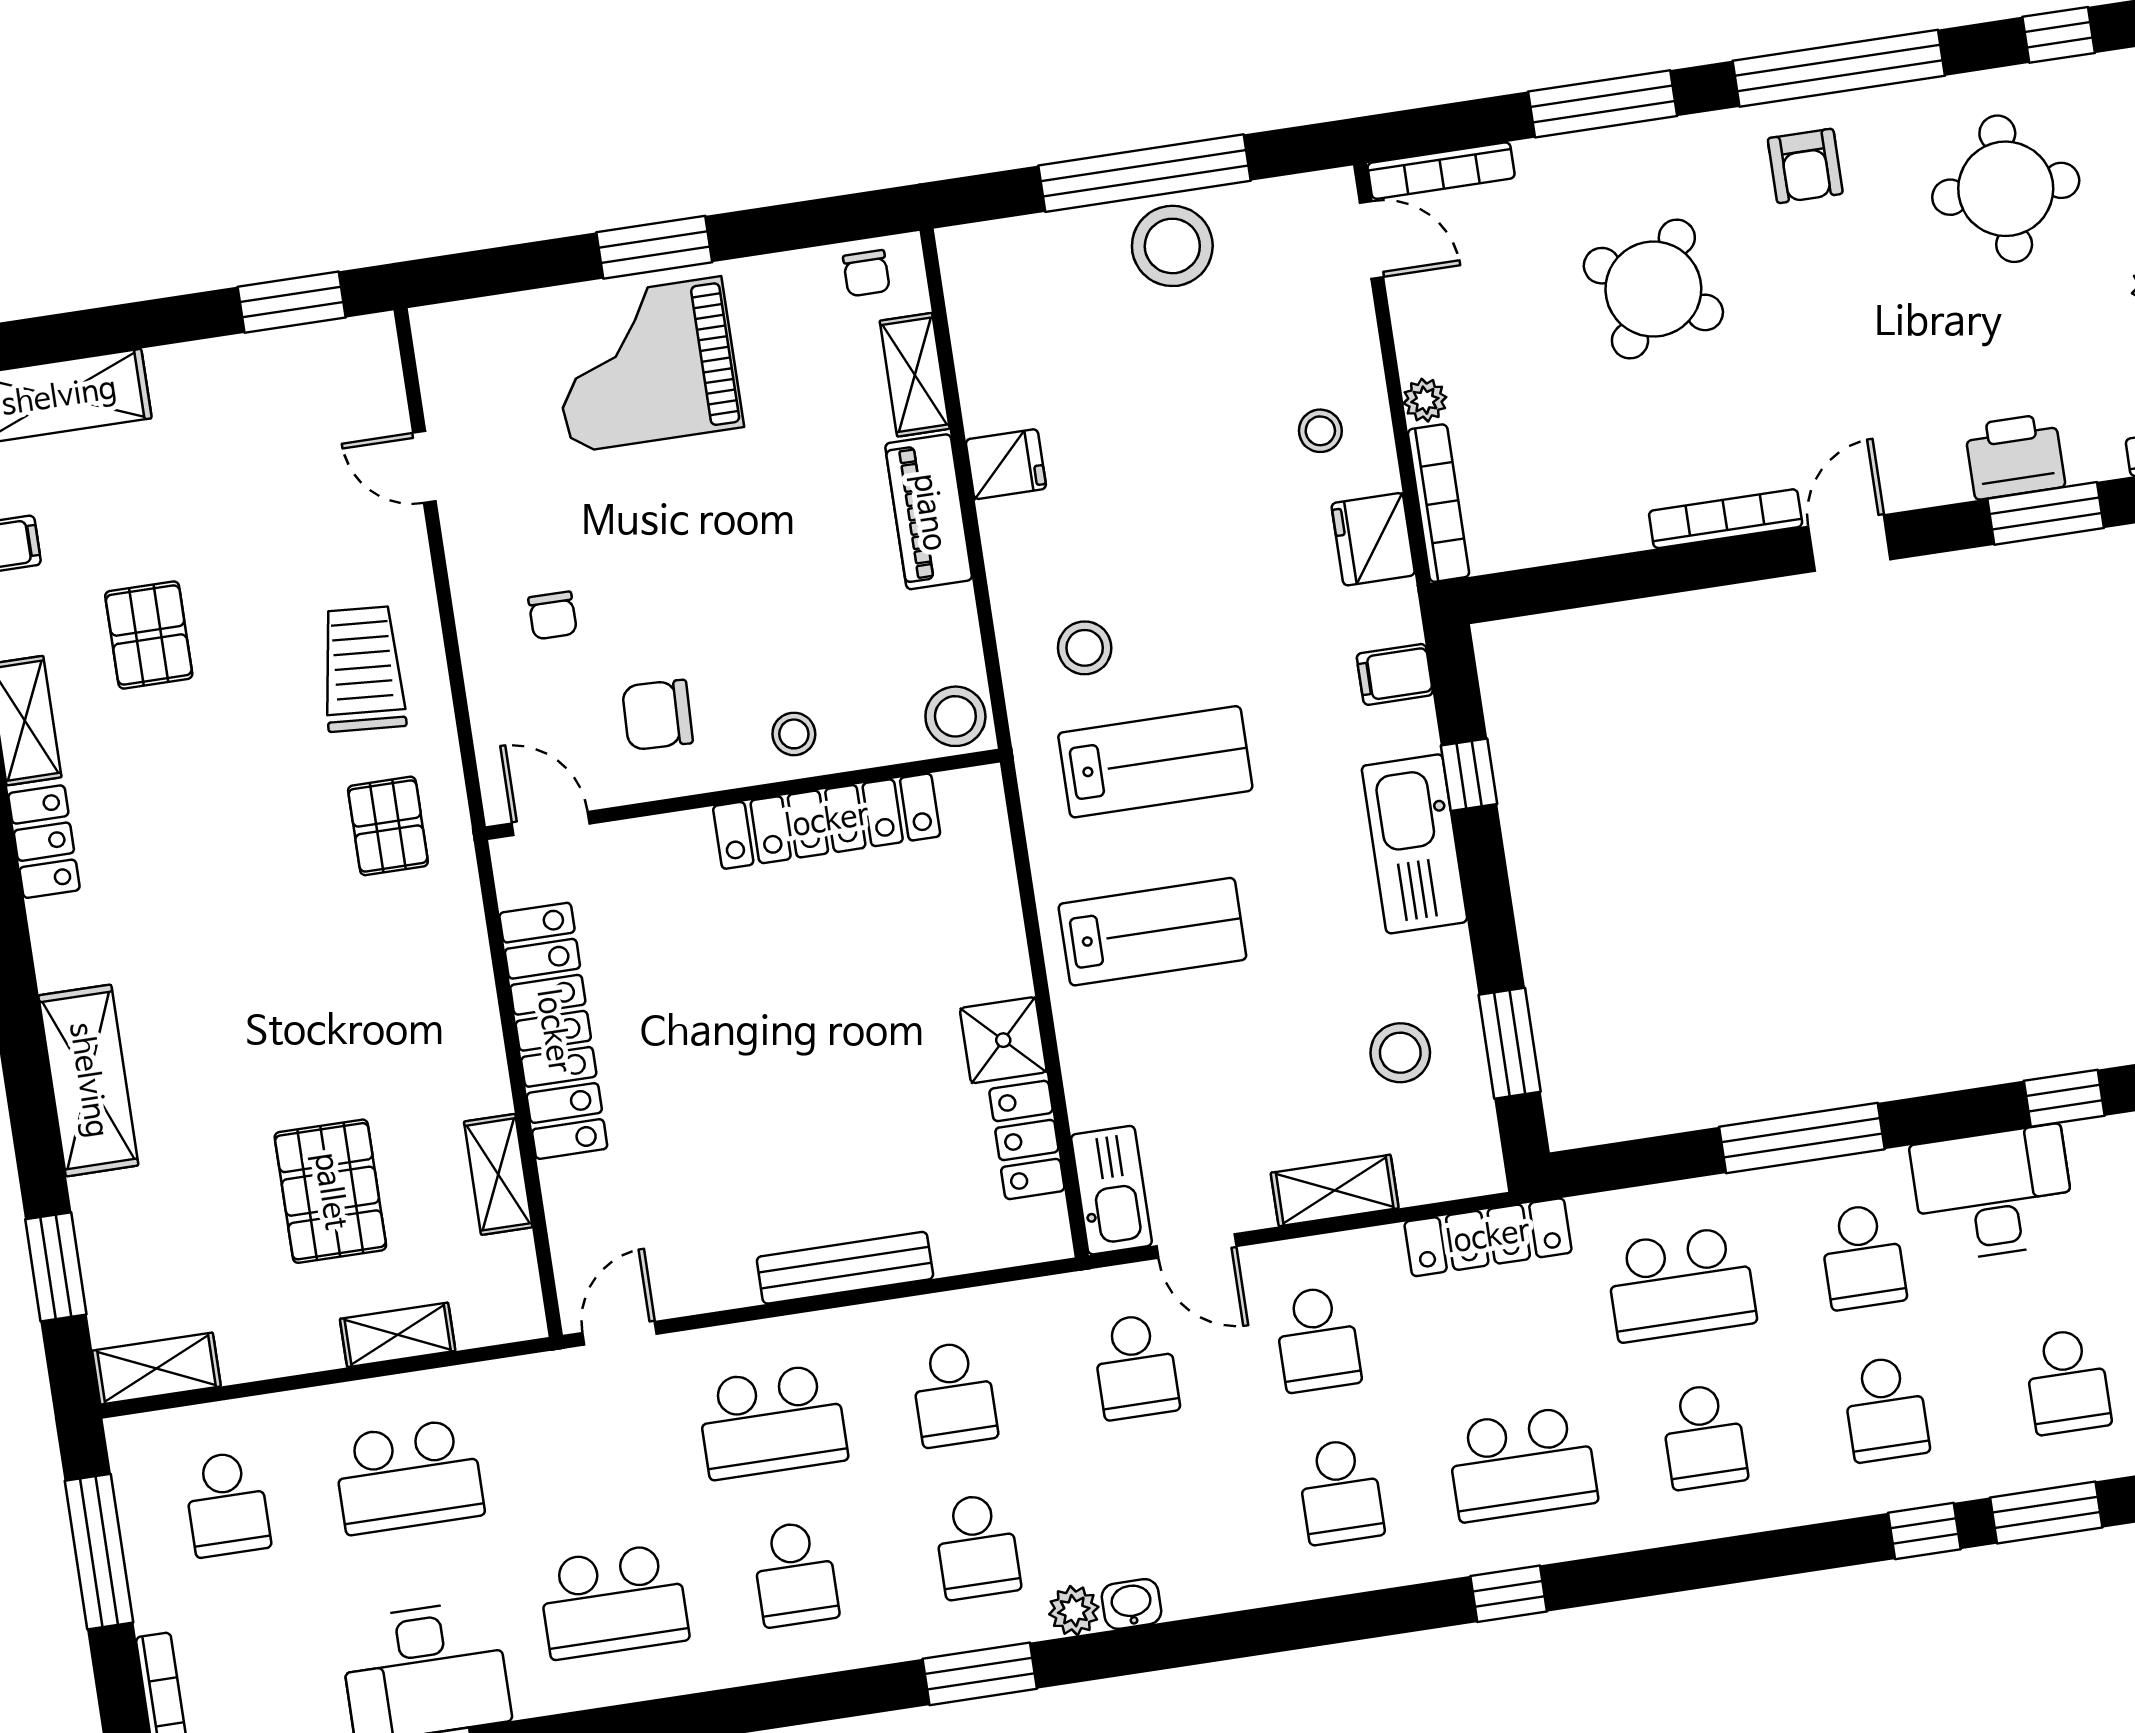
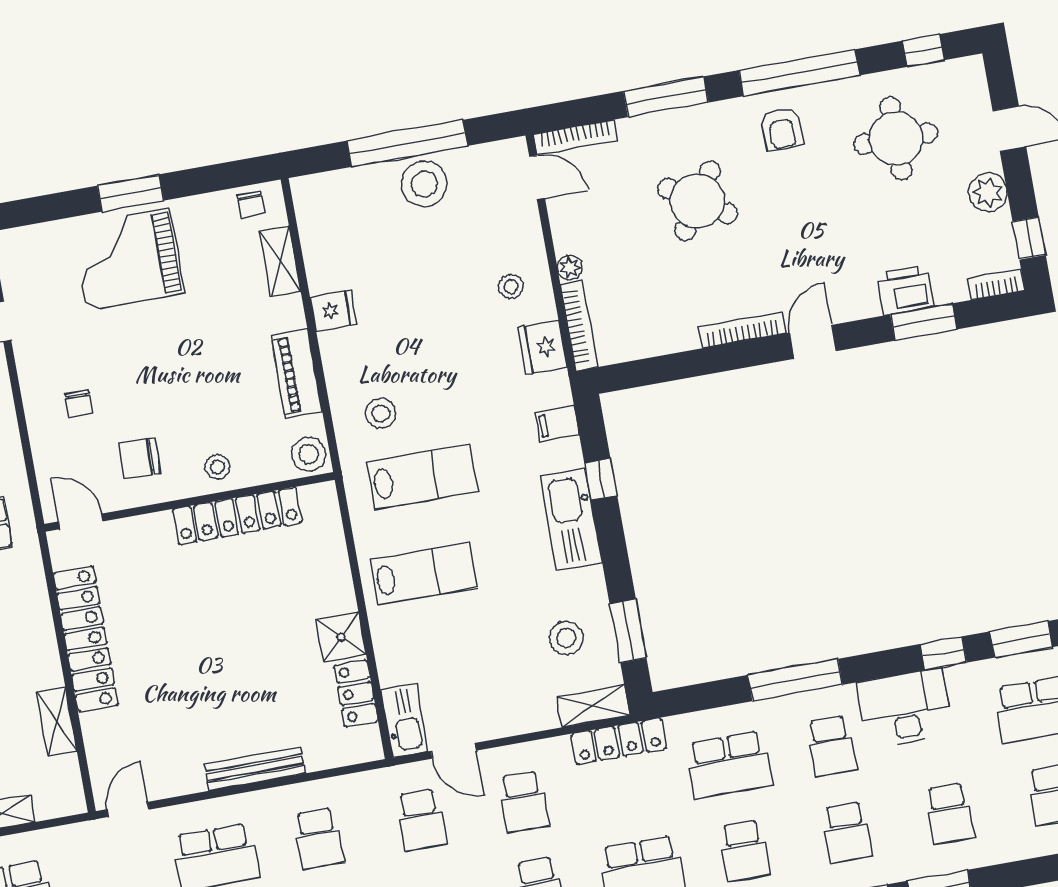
piano: (929, 512) -> (296, 374), moved
shelving: (1335, 1190) -> (593, 706), moved

